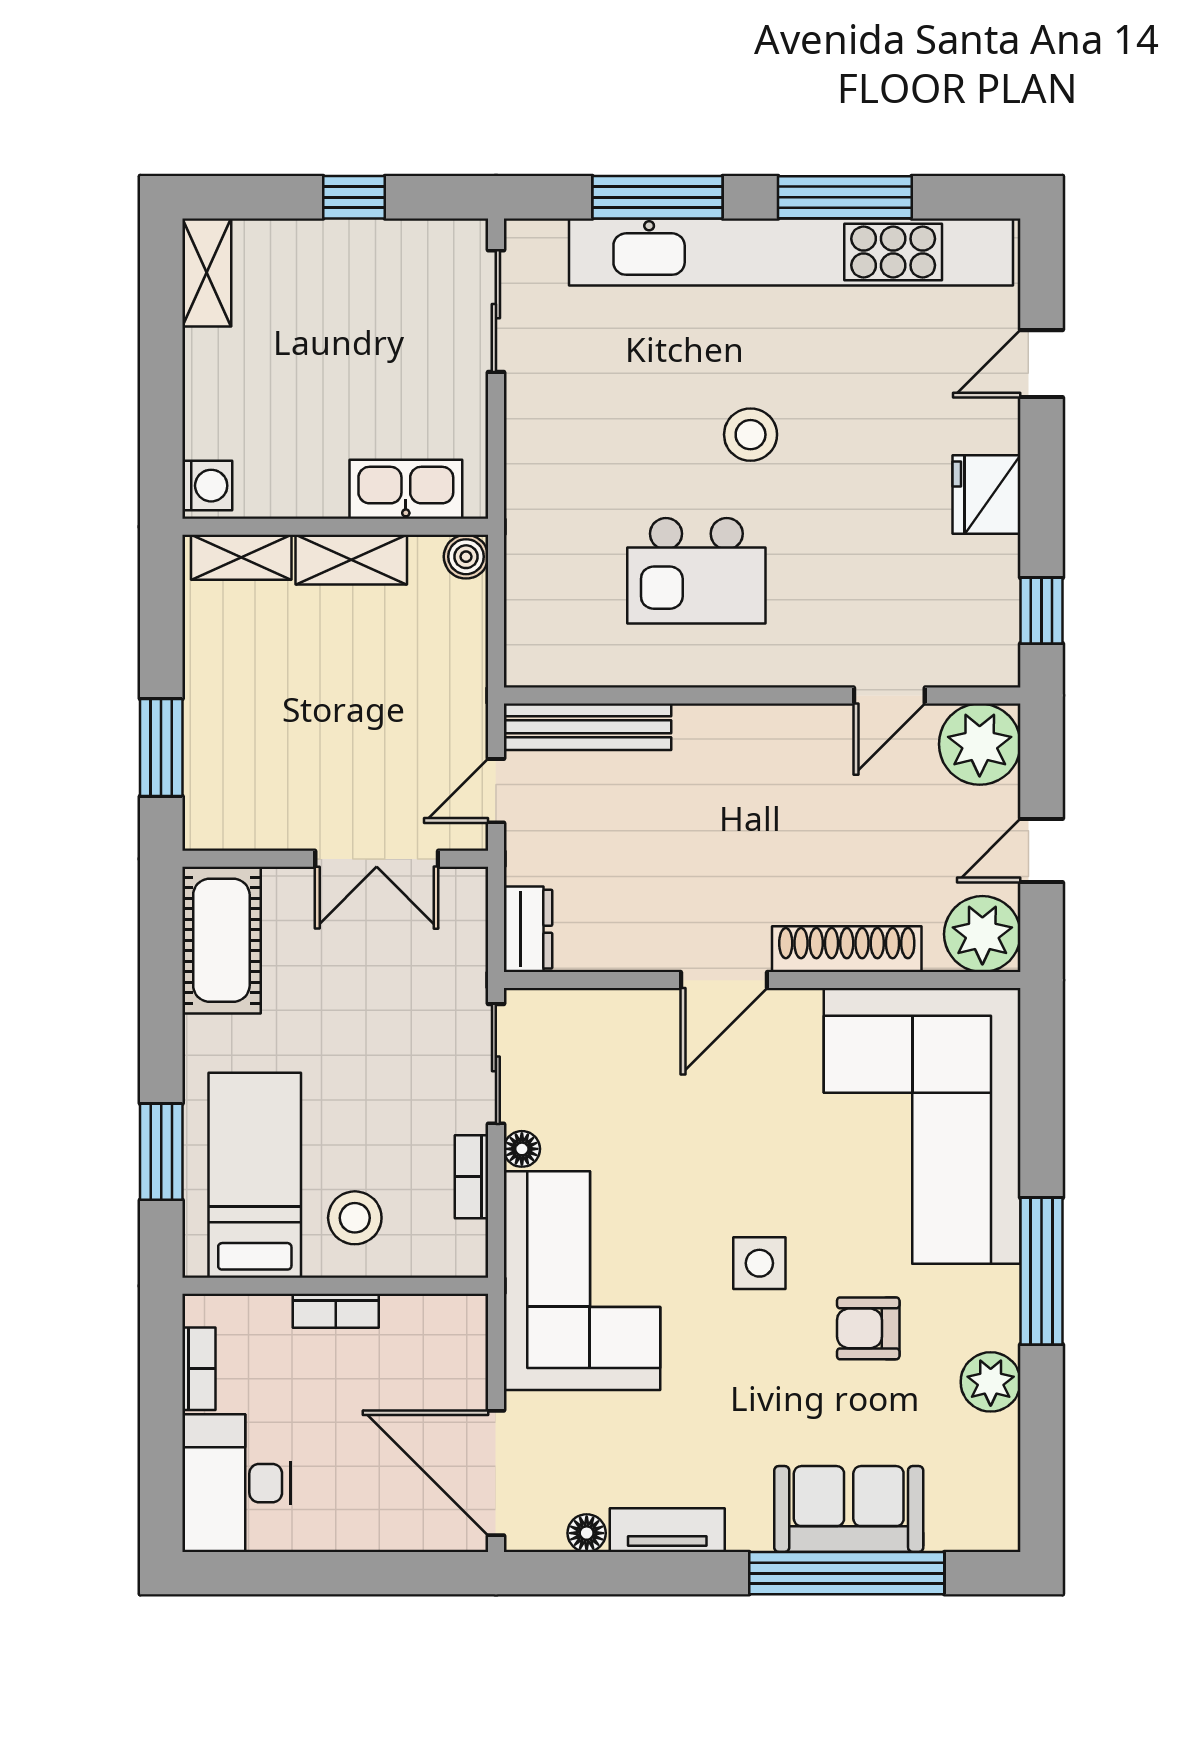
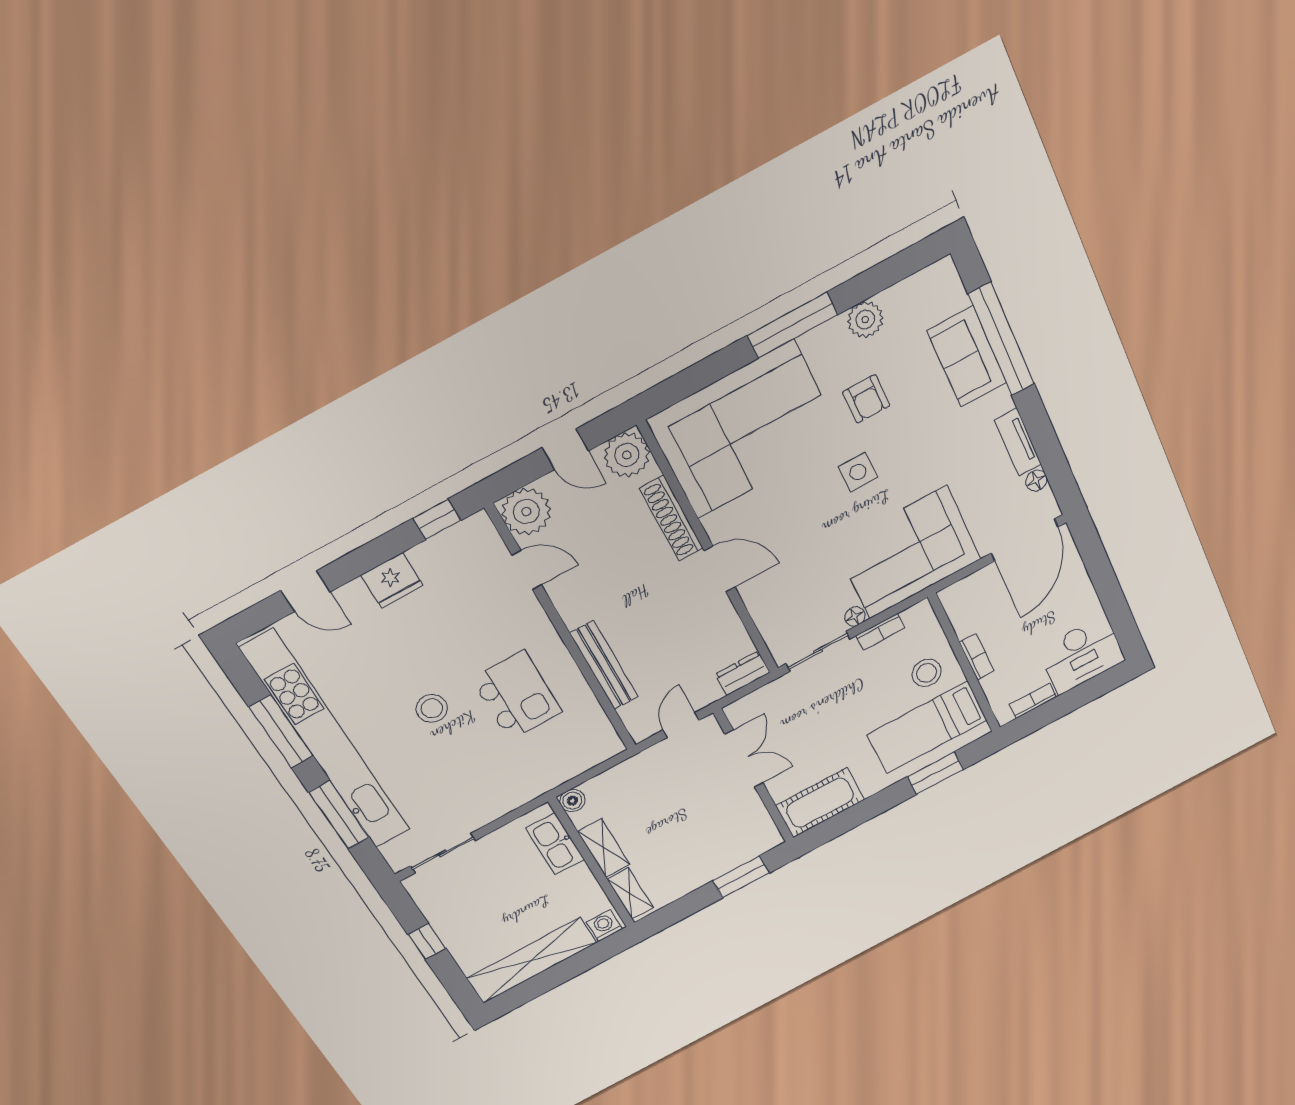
shelving: (207, 272) -> (532, 960), width x2.20, depth x1.33
bench: (587, 727) -> (604, 665), moved
door: (496, 791) -> (681, 725), swing flipped

